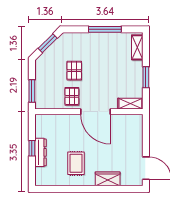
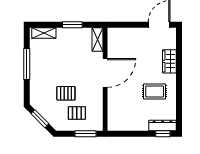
pallet: (72, 96) -> (77, 113), moved
window: (32, 148) -> (163, 134), moved
dresser: (40, 152) -> (163, 125), moved

